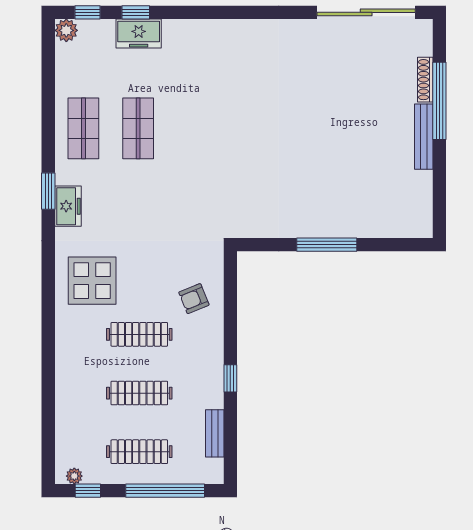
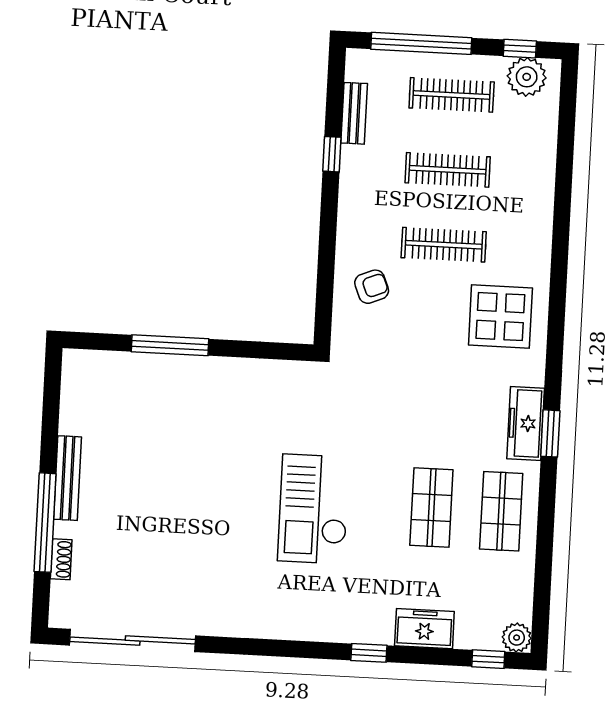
window: (136, 12) -> (369, 653), moved
shoe rack: (425, 80) -> (61, 559), width x0.70
checkout: (230, 123) -> (314, 509), added
freezer: (68, 206) -> (526, 423), width x1.40
window: (327, 245) -> (170, 345), moved
window: (230, 378) -> (332, 154), moved
plant: (74, 476) -> (527, 77), width x1.88, depth x1.88

